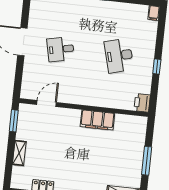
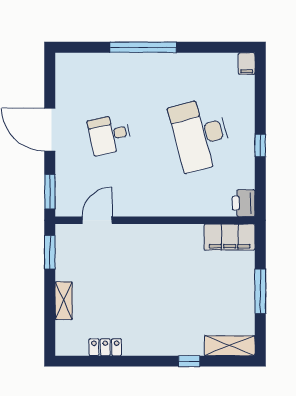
desk: (119, 56) -> (200, 135), width x1.36, depth x1.30
window: (18, 82) -> (50, 192), added
filing cabinet: (97, 120) -> (230, 237), moved

